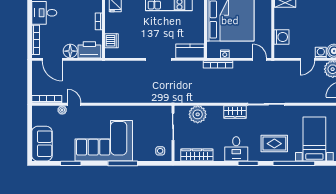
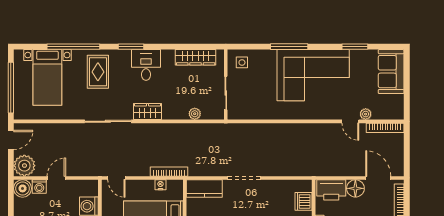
plant: (198, 114) -> (195, 114), width x0.53, depth x0.53
rug: (274, 144) -> (98, 72), turned 90

